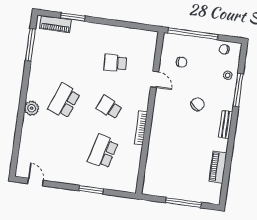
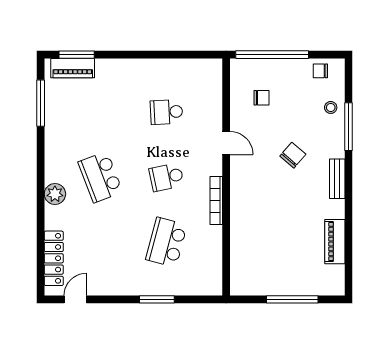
window: (73, 17) -> (77, 55), moved
door: (155, 79) -> (226, 143), moved
school desk: (64, 101) -> (100, 177), turned -42
school desk: (109, 107) -> (166, 177), turned -36
locker: (25, 152) -> (54, 258), added
door: (35, 182) -> (75, 299), hinge flipped

